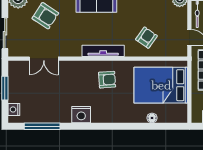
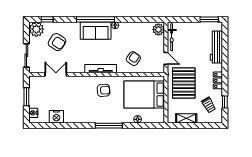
double door: (44, 59) -> (56, 74), swing flipped
nightstand: (81, 115) -> (56, 117), moved
window: (42, 126) -> (109, 126), moved

